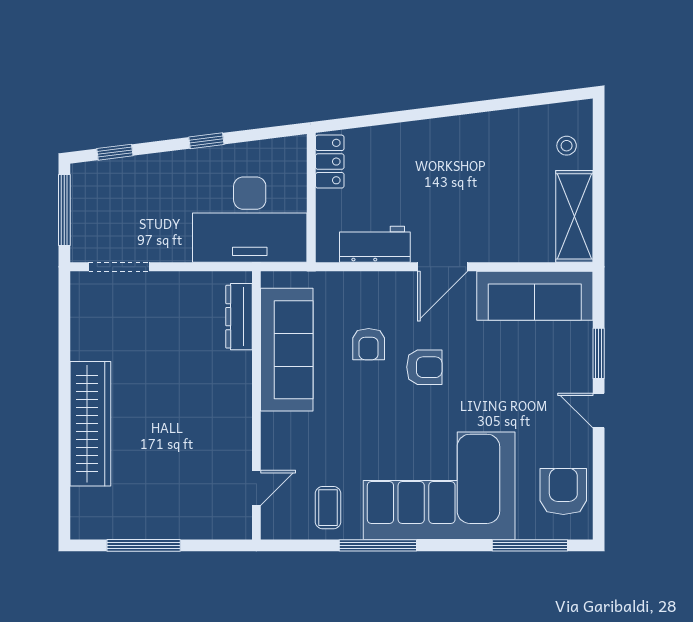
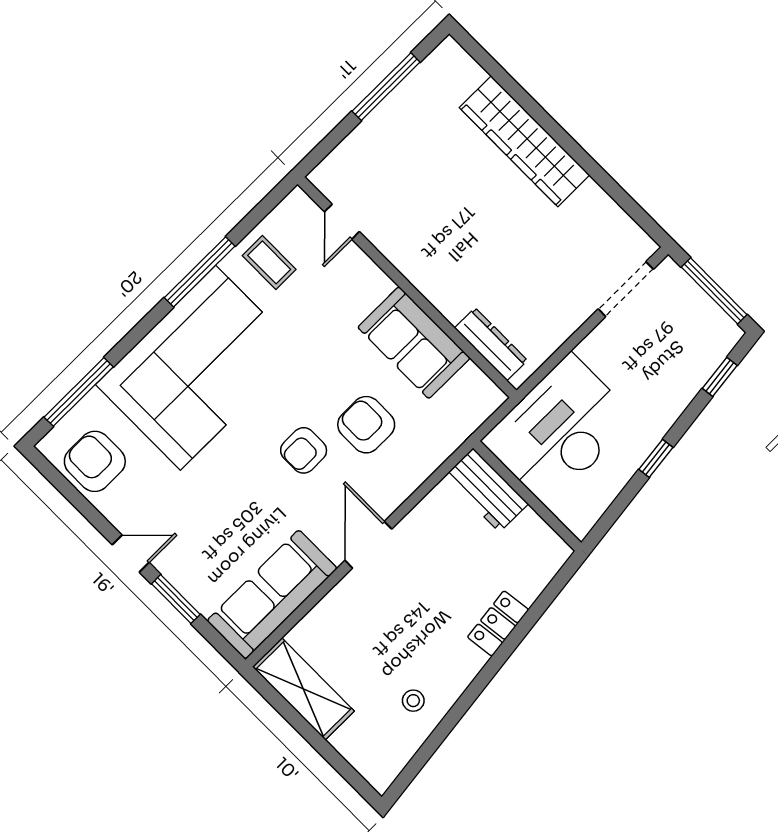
stool: (567, 146) -> (413, 701), moved
locker: (330, 162) -> (498, 623), moved, turned 83
workbench: (375, 244) -> (486, 490), moved, turned 90
armchair: (369, 344) -> (366, 425), width x1.38, depth x1.38
sofa: (287, 350) -> (414, 343), width x0.73
armchair: (563, 491) -> (95, 461), turned 180

